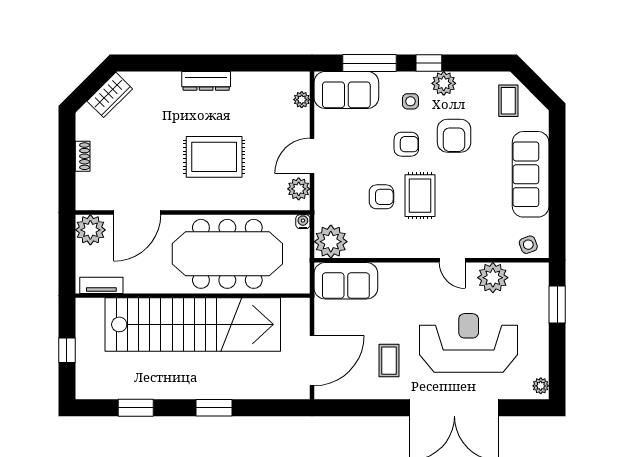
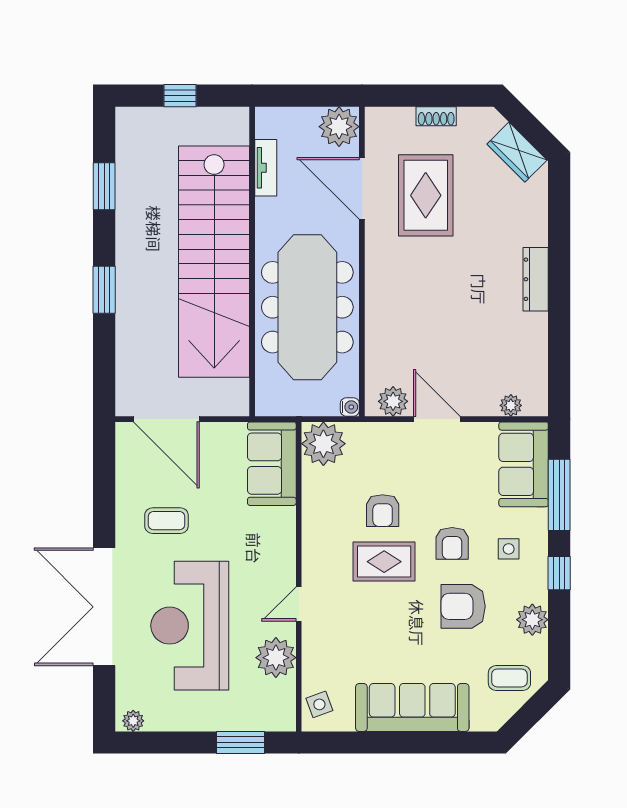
plant: (444, 83) -> (532, 620), moved
rug: (214, 157) -> (426, 195), moved
tv unit: (101, 285) -> (266, 168), moved
reception desk: (469, 343) -> (190, 626), turned 180

